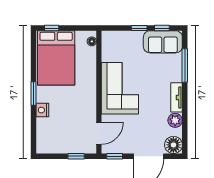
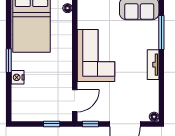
plant: (175, 120) -> (152, 88), removed
floor lamp: (173, 145) -> (154, 117), width x0.53, depth x0.53

